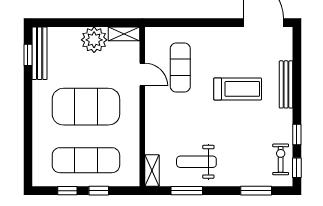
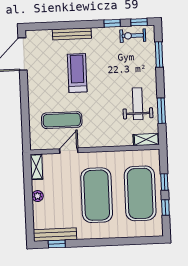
plant: (94, 40) -> (38, 196), width x0.53, depth x0.53
exercise mat: (86, 160) -> (140, 193), width x1.47
weight bench: (196, 162) -> (138, 104), turned 180

